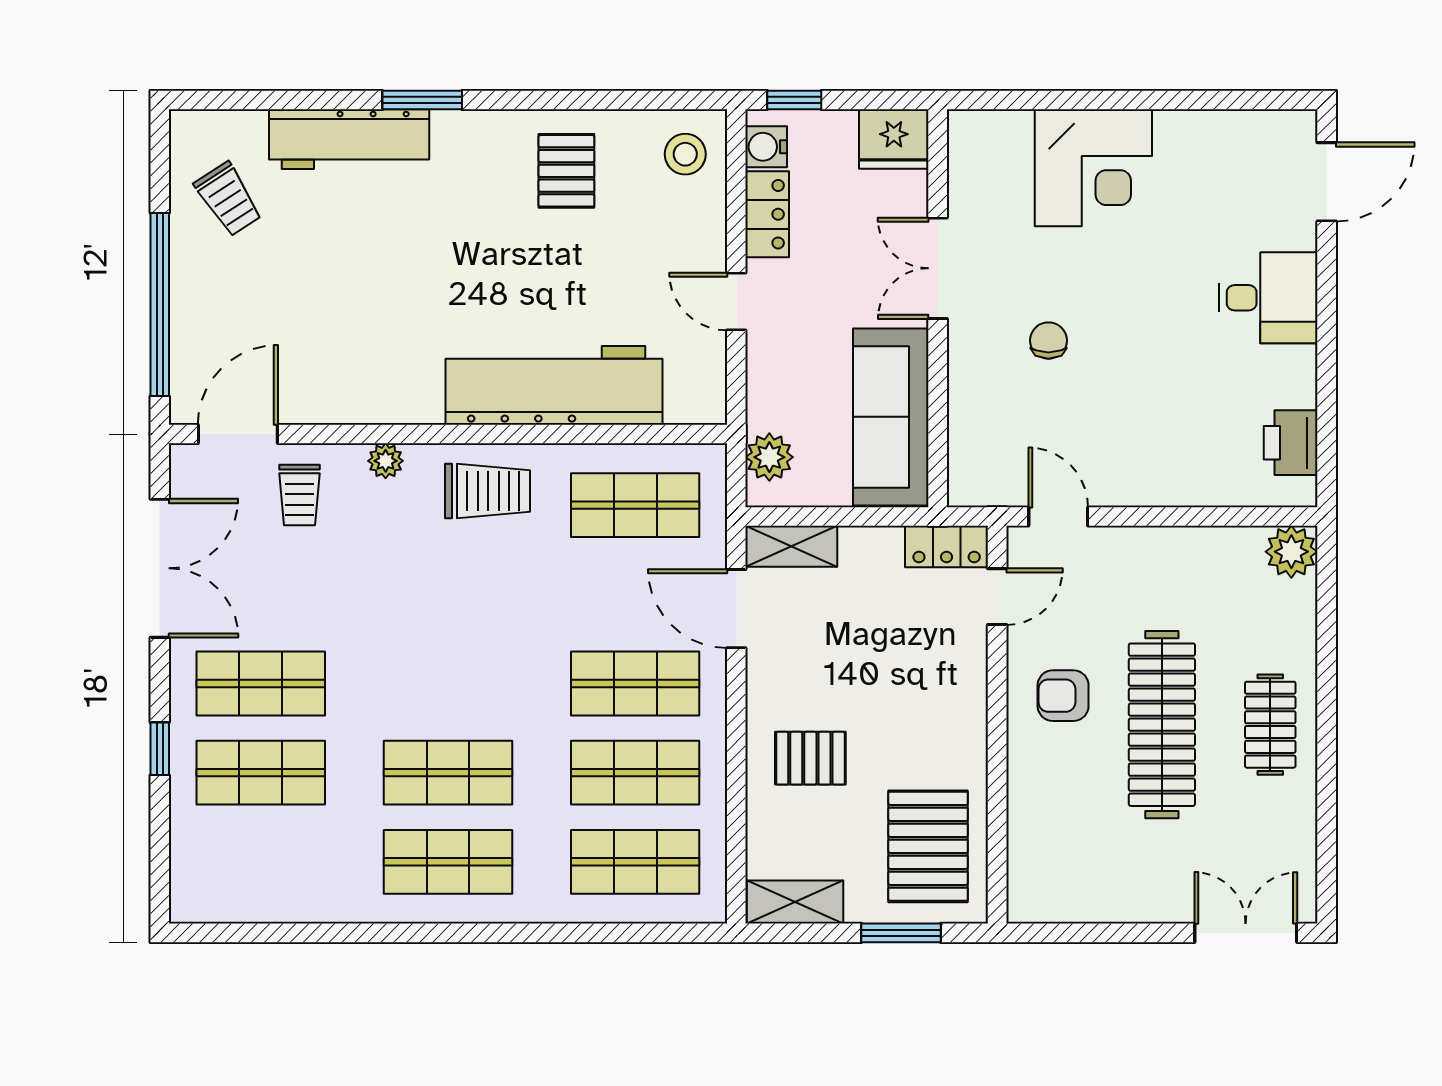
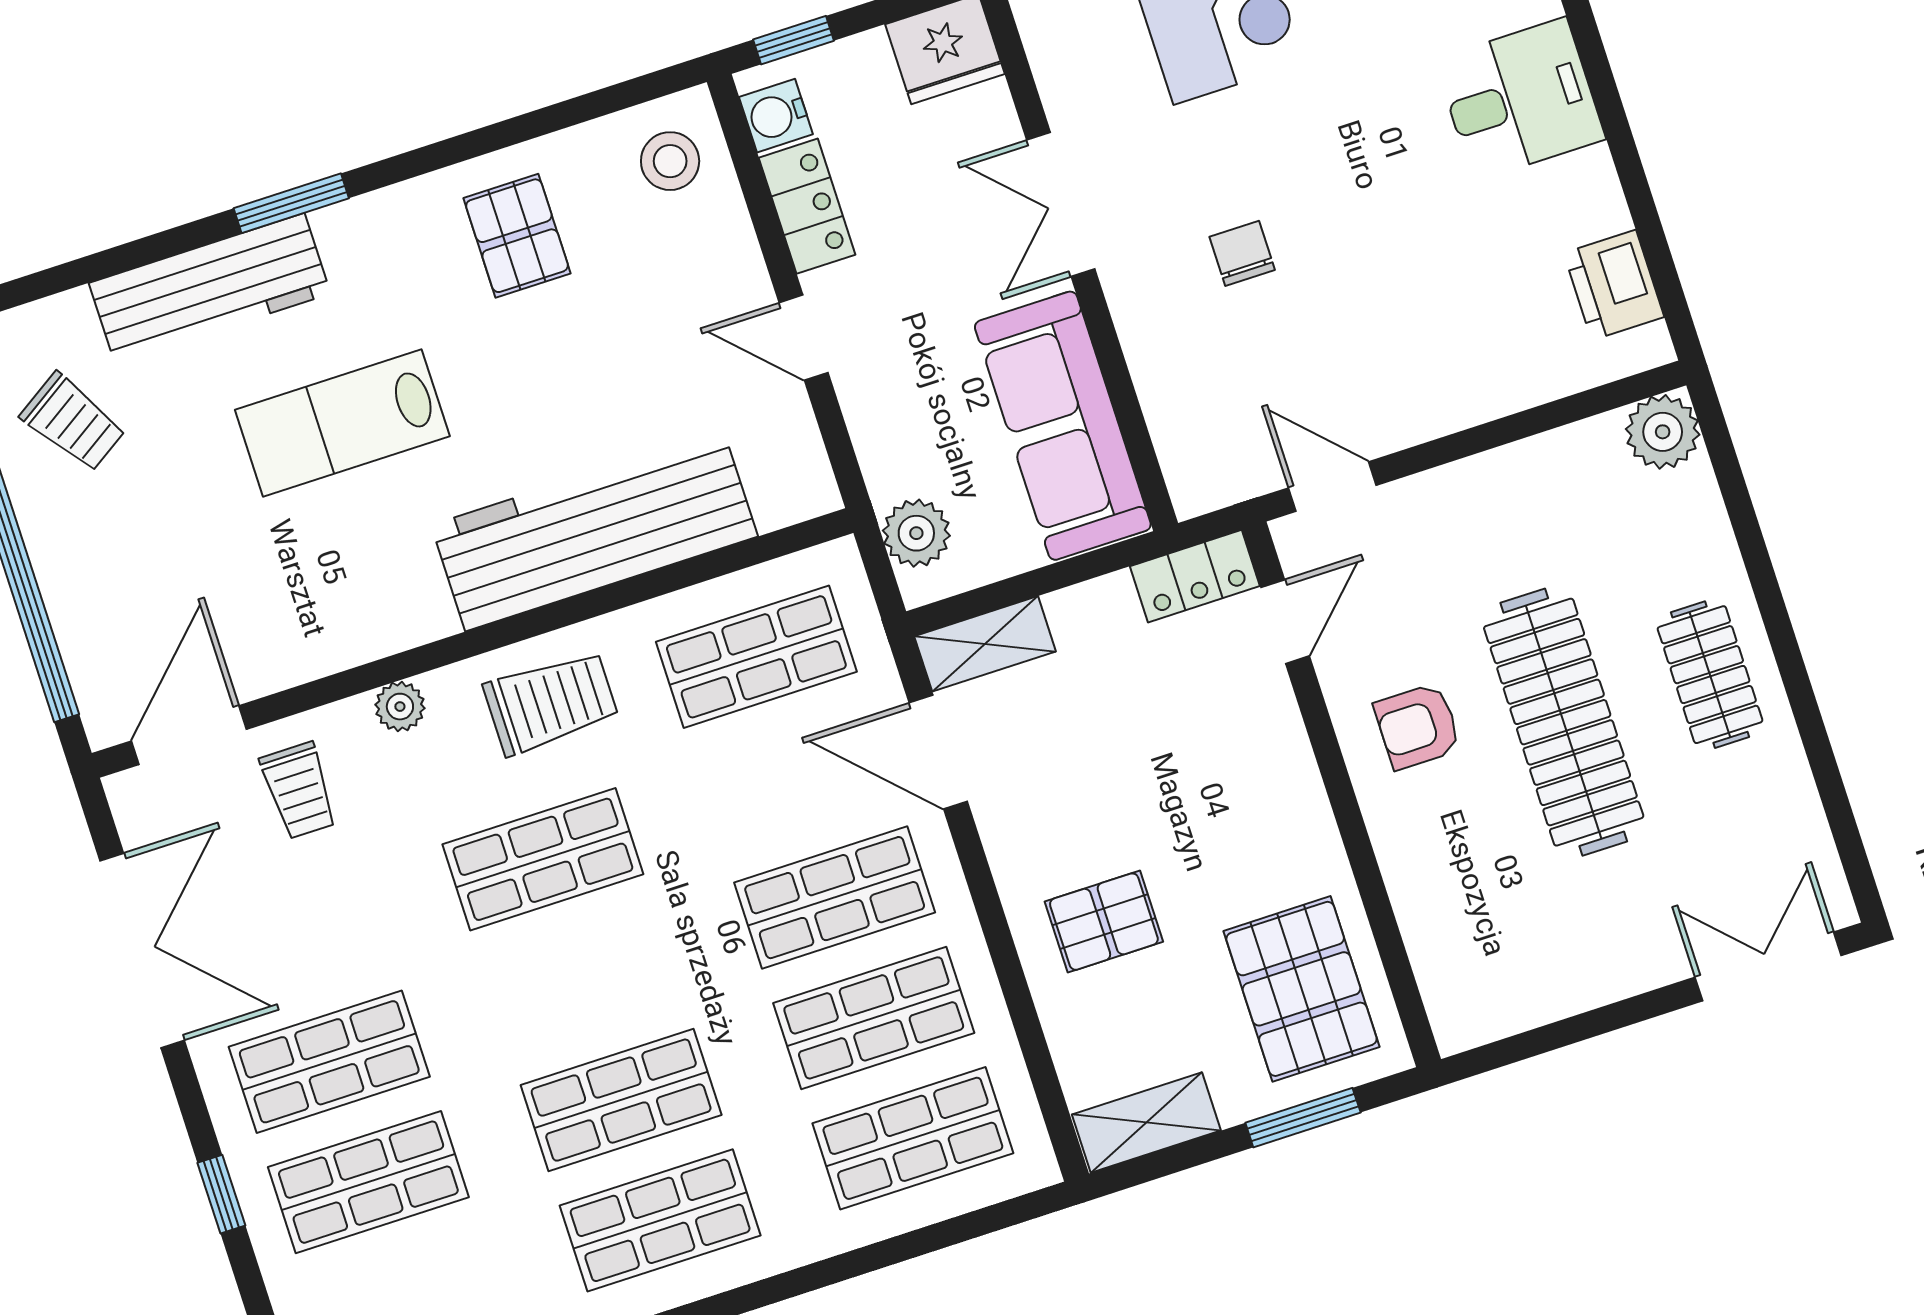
lab bench: (409, 258) -> (342, 423), added
shop shelf: (448, 594) -> (543, 859), added

